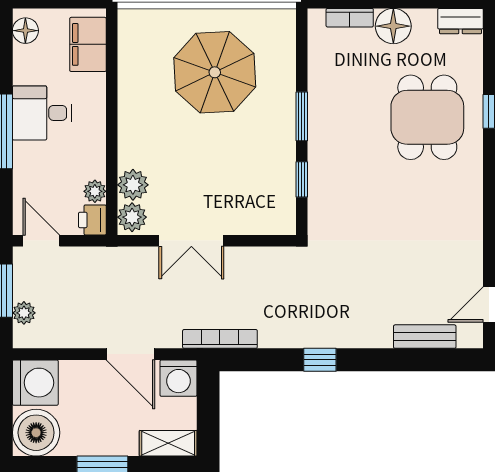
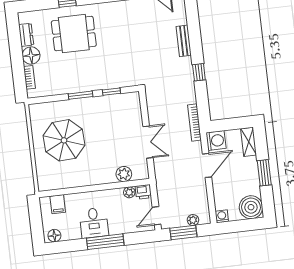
dresser: (460, 21) -> (26, 35), moved
filing cabinet: (88, 44) -> (58, 204), width x0.50
plant: (132, 217) -> (140, 173), removed
bench: (425, 337) -> (184, 41), moved
washing machine: (35, 383) -> (222, 216), width x0.53, depth x0.53

